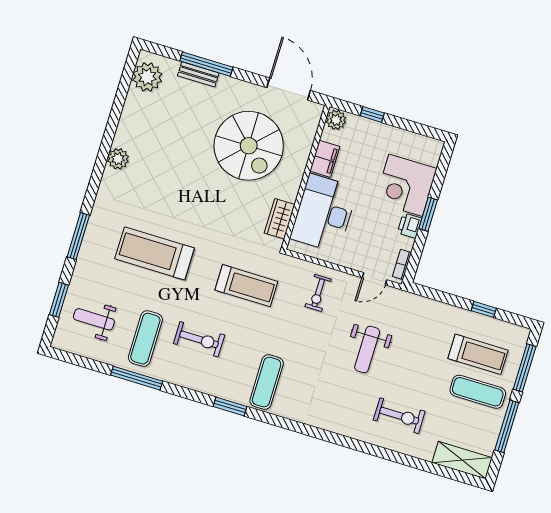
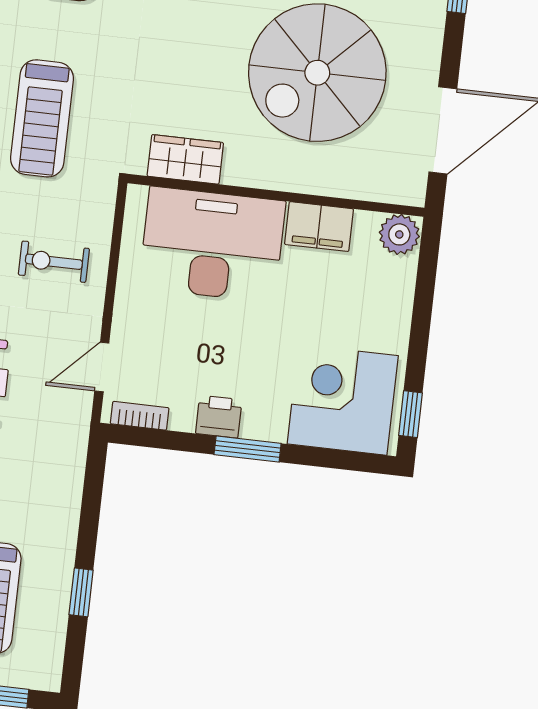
window: (372, 114) -> (410, 414), moved
corner desk: (406, 185) -> (343, 400), moved
door: (374, 279) -> (102, 367), hinge flipped

